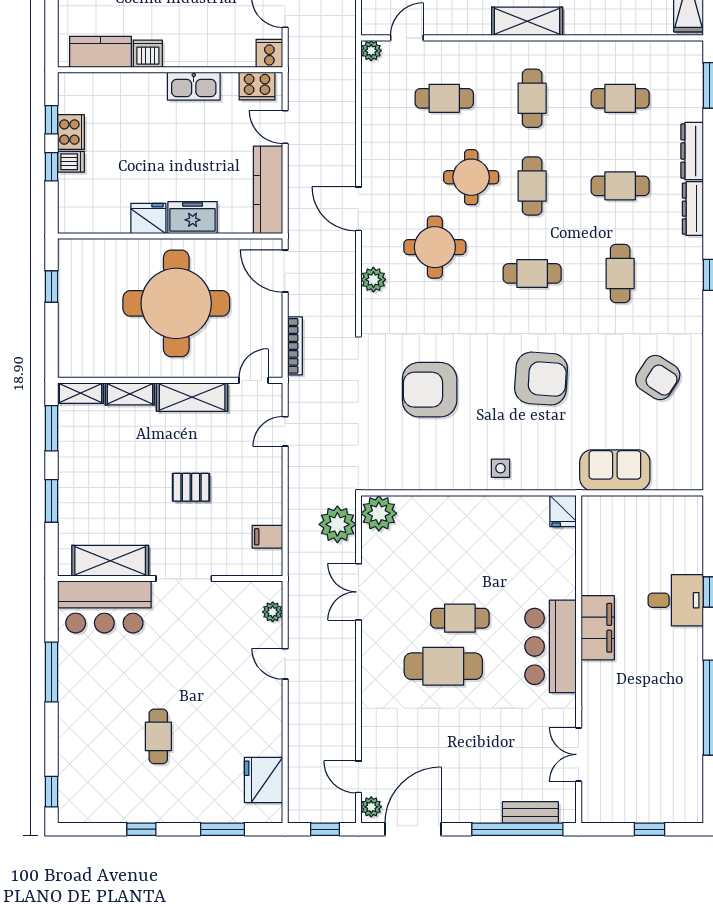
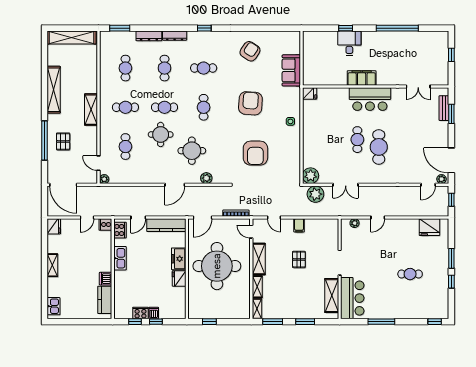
filing cabinet: (267, 537) -> (299, 225), moved
window: (222, 829) -> (451, 258), moved
window: (517, 829) -> (451, 114), width x0.47

